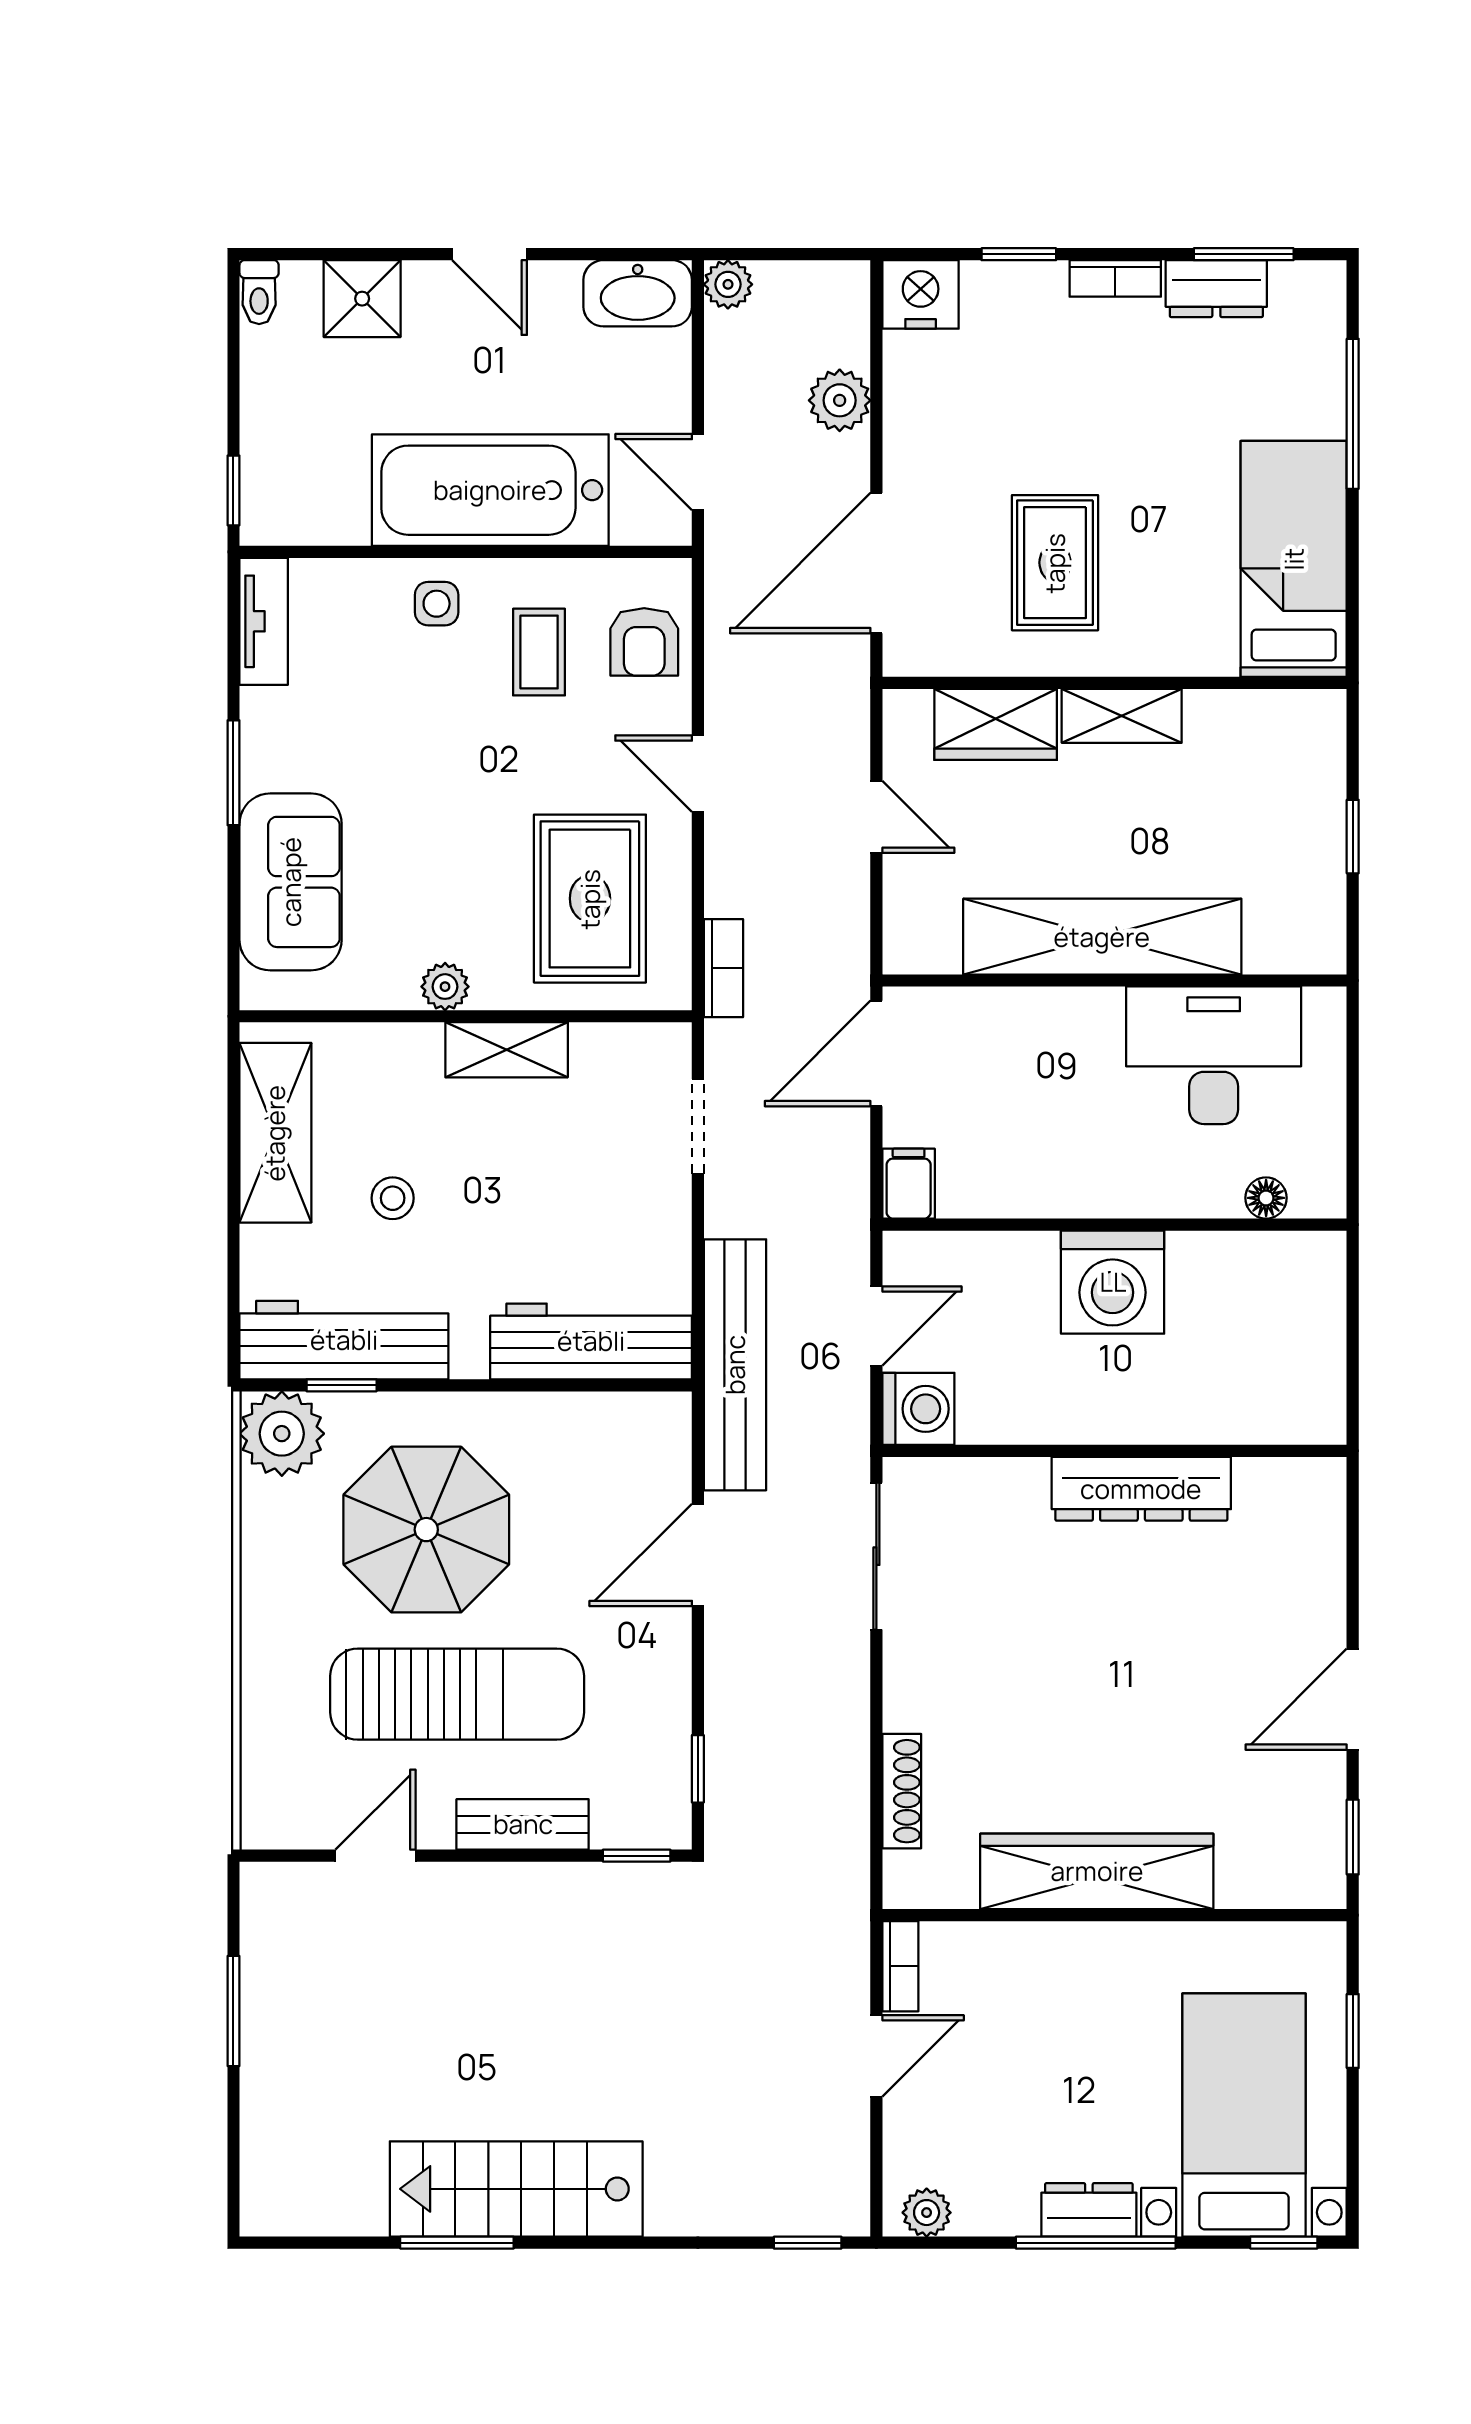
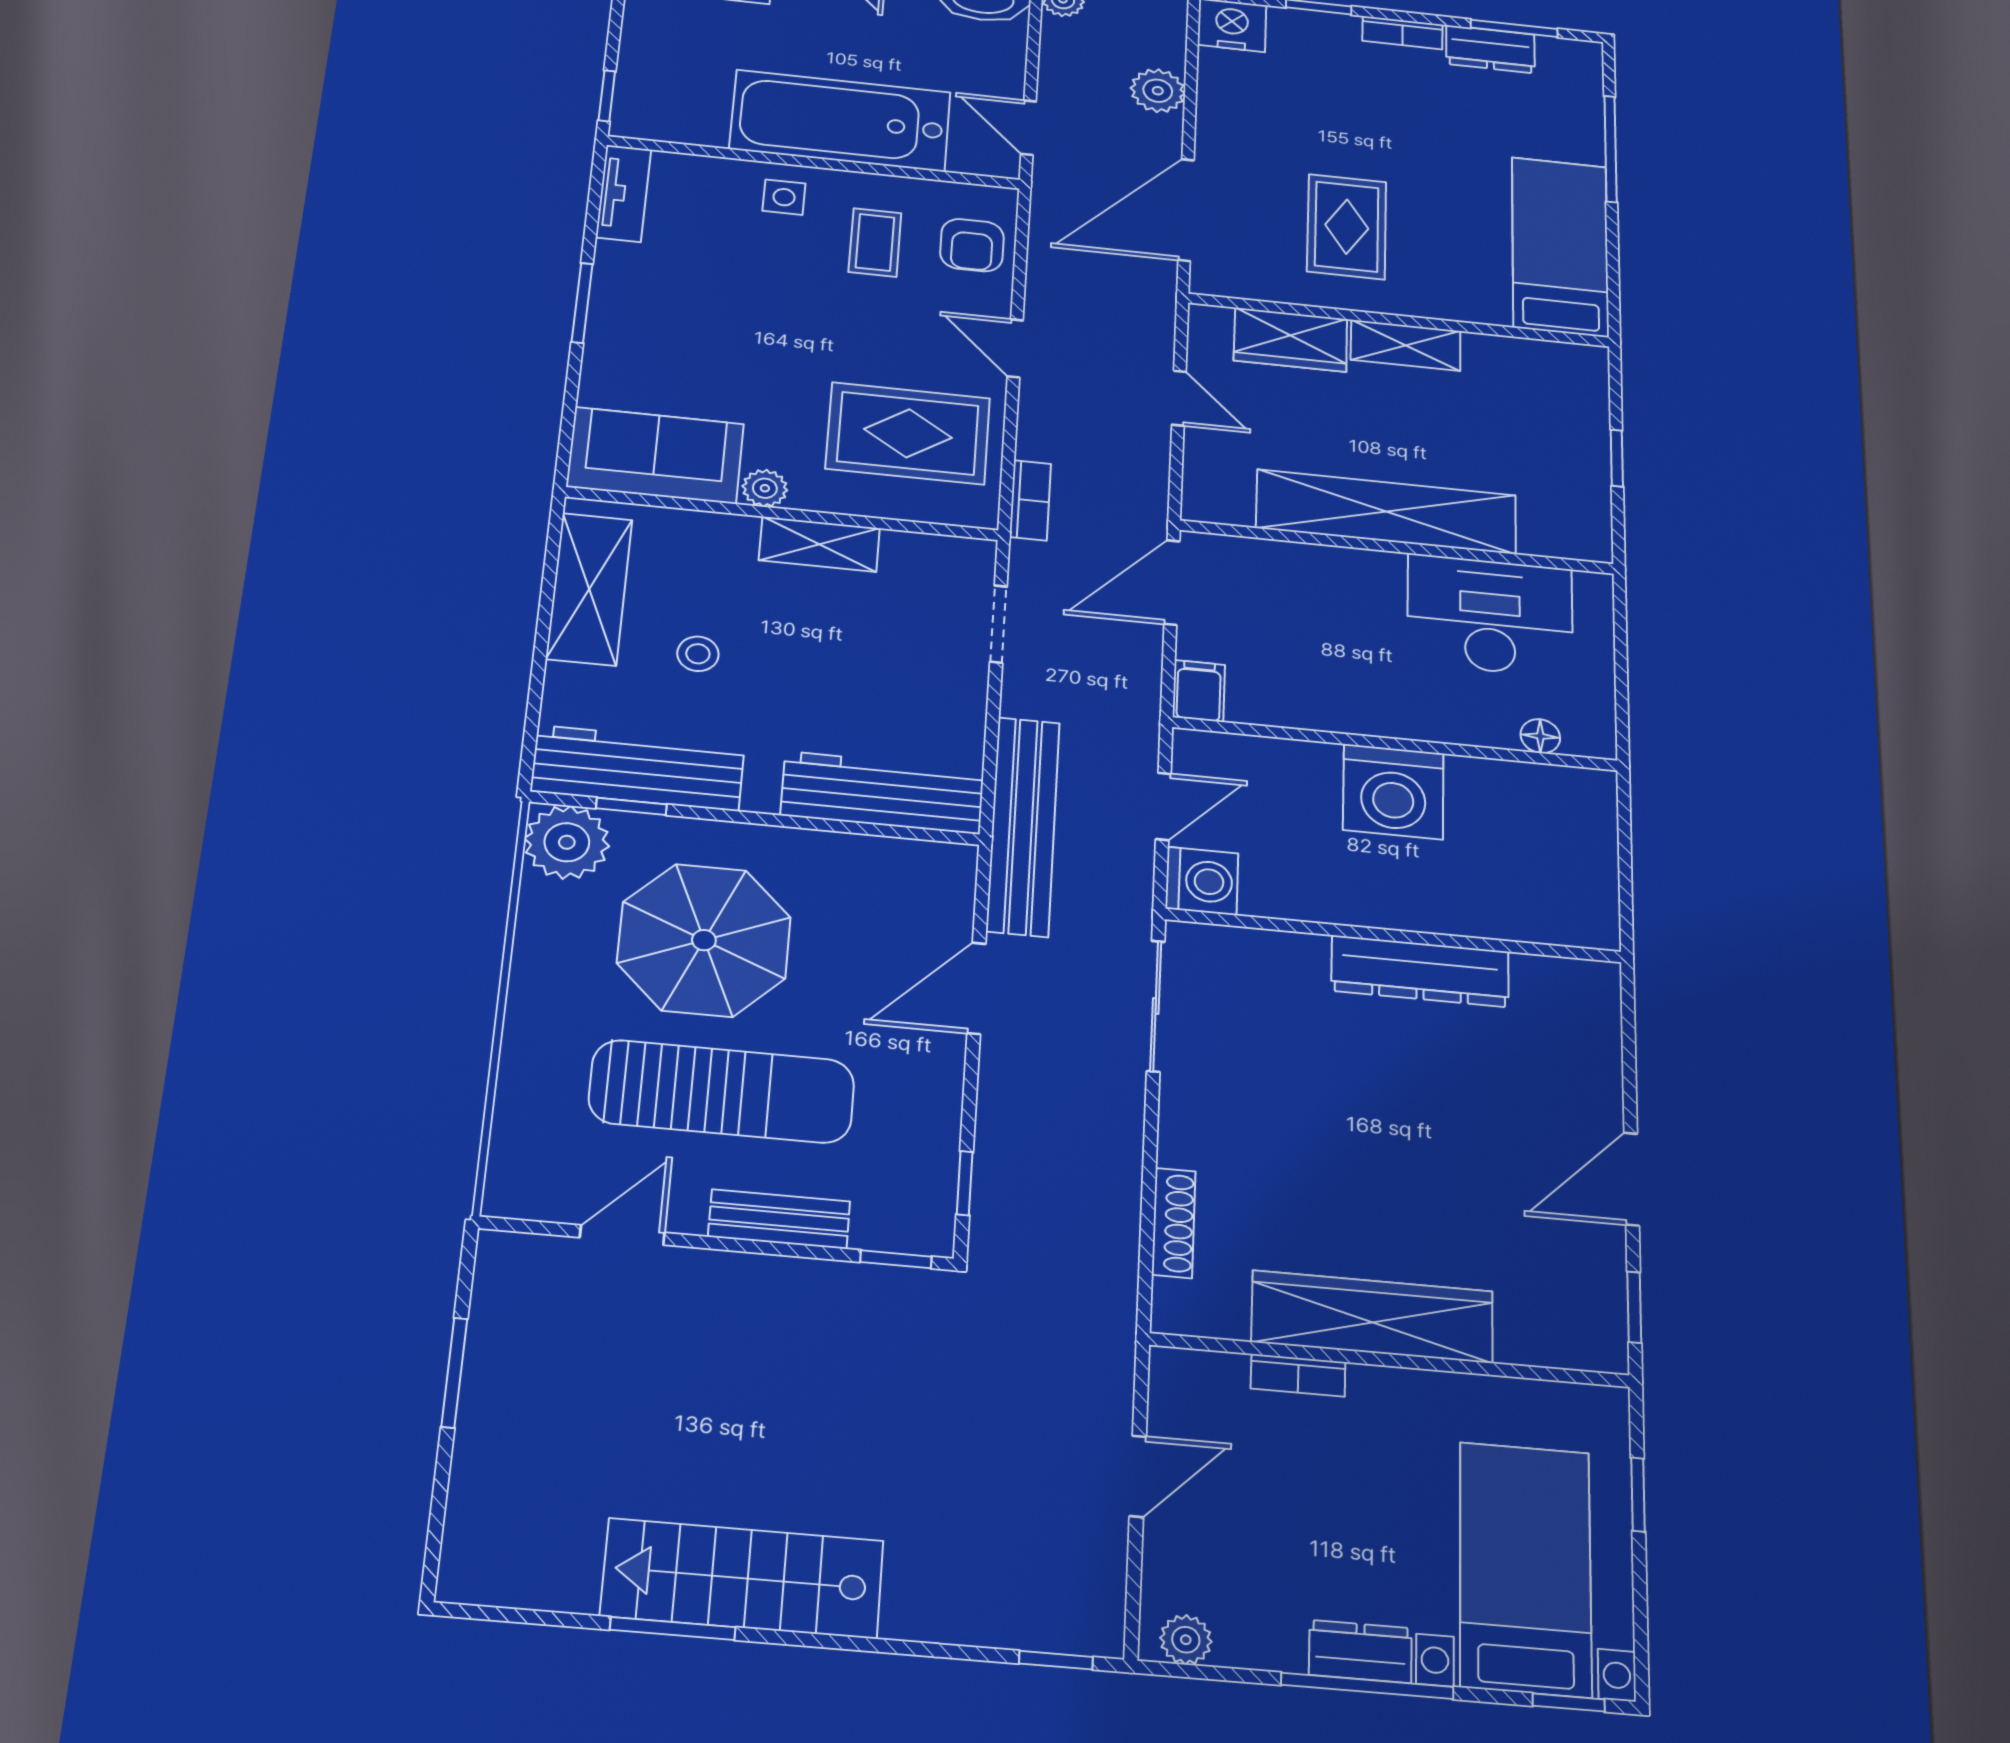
sofa: (291, 882) -> (655, 455), moved, turned -90
rug: (590, 899) -> (908, 433), turned 90
bookcase: (900, 1966) -> (1298, 1375), moved, turned 90

